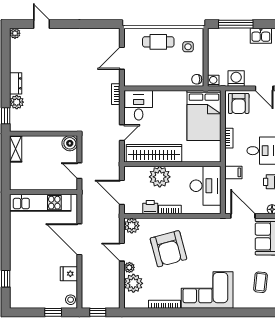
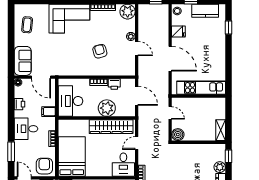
plant: (132, 226) -> (129, 69), removed
armchair: (168, 249) -> (100, 51), width x0.53, depth x0.53
plant: (133, 283) -> (128, 12), moved
kitchen counter: (35, 300) -> (205, 11), added

